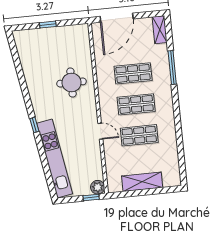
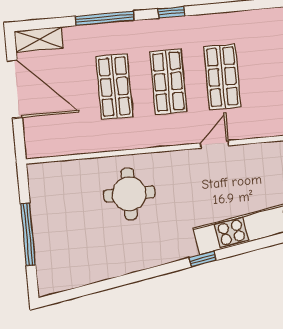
door: (117, 18) -> (15, 89), moved
window: (48, 25) -> (28, 234), width x2.17
window: (176, 106) -> (171, 12), added

